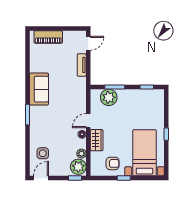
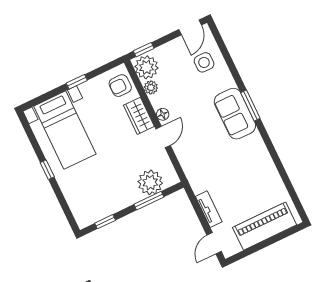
piano: (48, 37) -> (265, 226), width x1.37, depth x1.33
sofa: (39, 89) -> (235, 114), moved
armchair: (113, 163) -> (120, 86), moved

